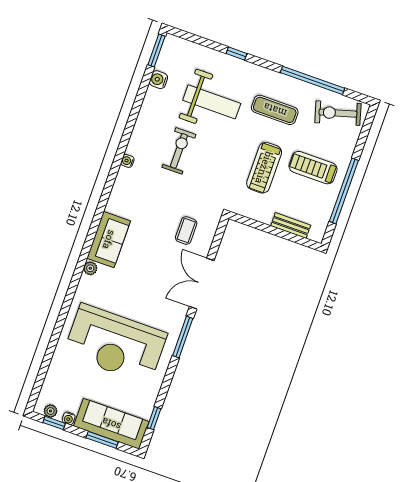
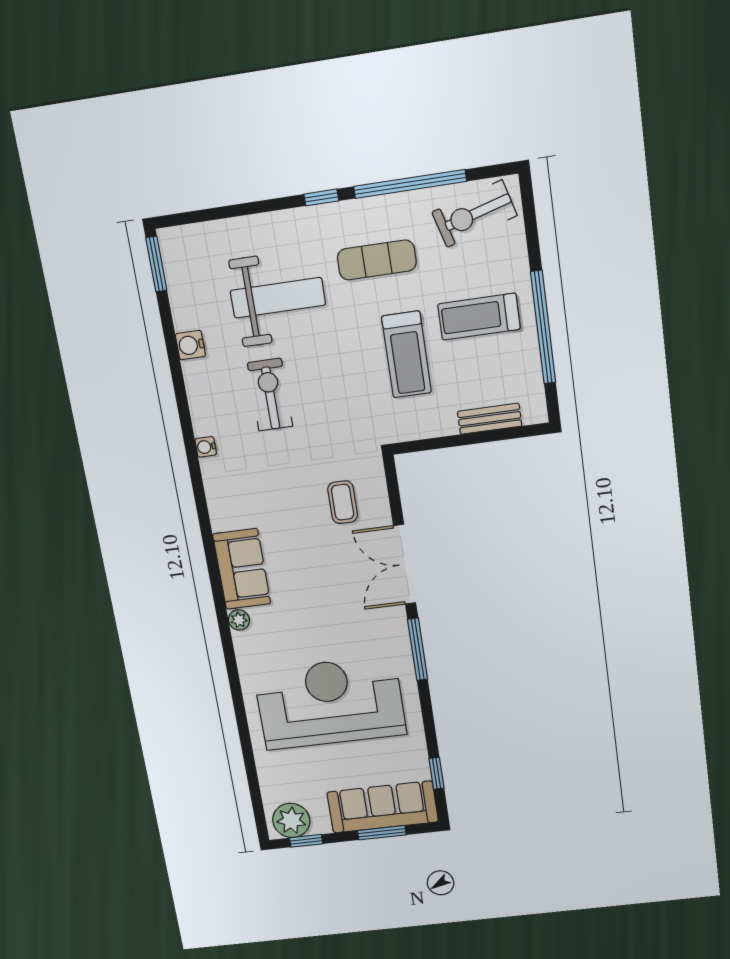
window: (237, 53) -> (321, 197), moved
water cooler: (158, 80) -> (190, 345), moved
reception desk: (115, 344) -> (330, 703), turned 180
plant: (51, 411) -> (291, 820), width x1.88, depth x1.88
water cooler: (69, 418) -> (322, 826), removed

